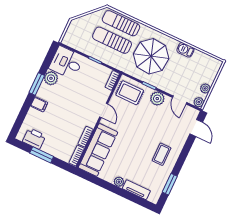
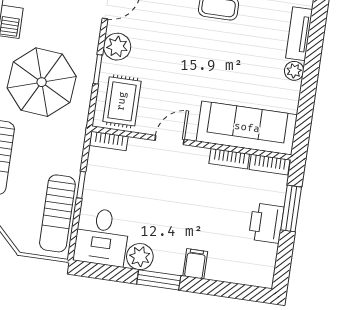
sun lounger: (112, 40) -> (57, 213), moved
printer: (34, 139) -> (266, 223), moved
window: (42, 155) -> (291, 208), moved

